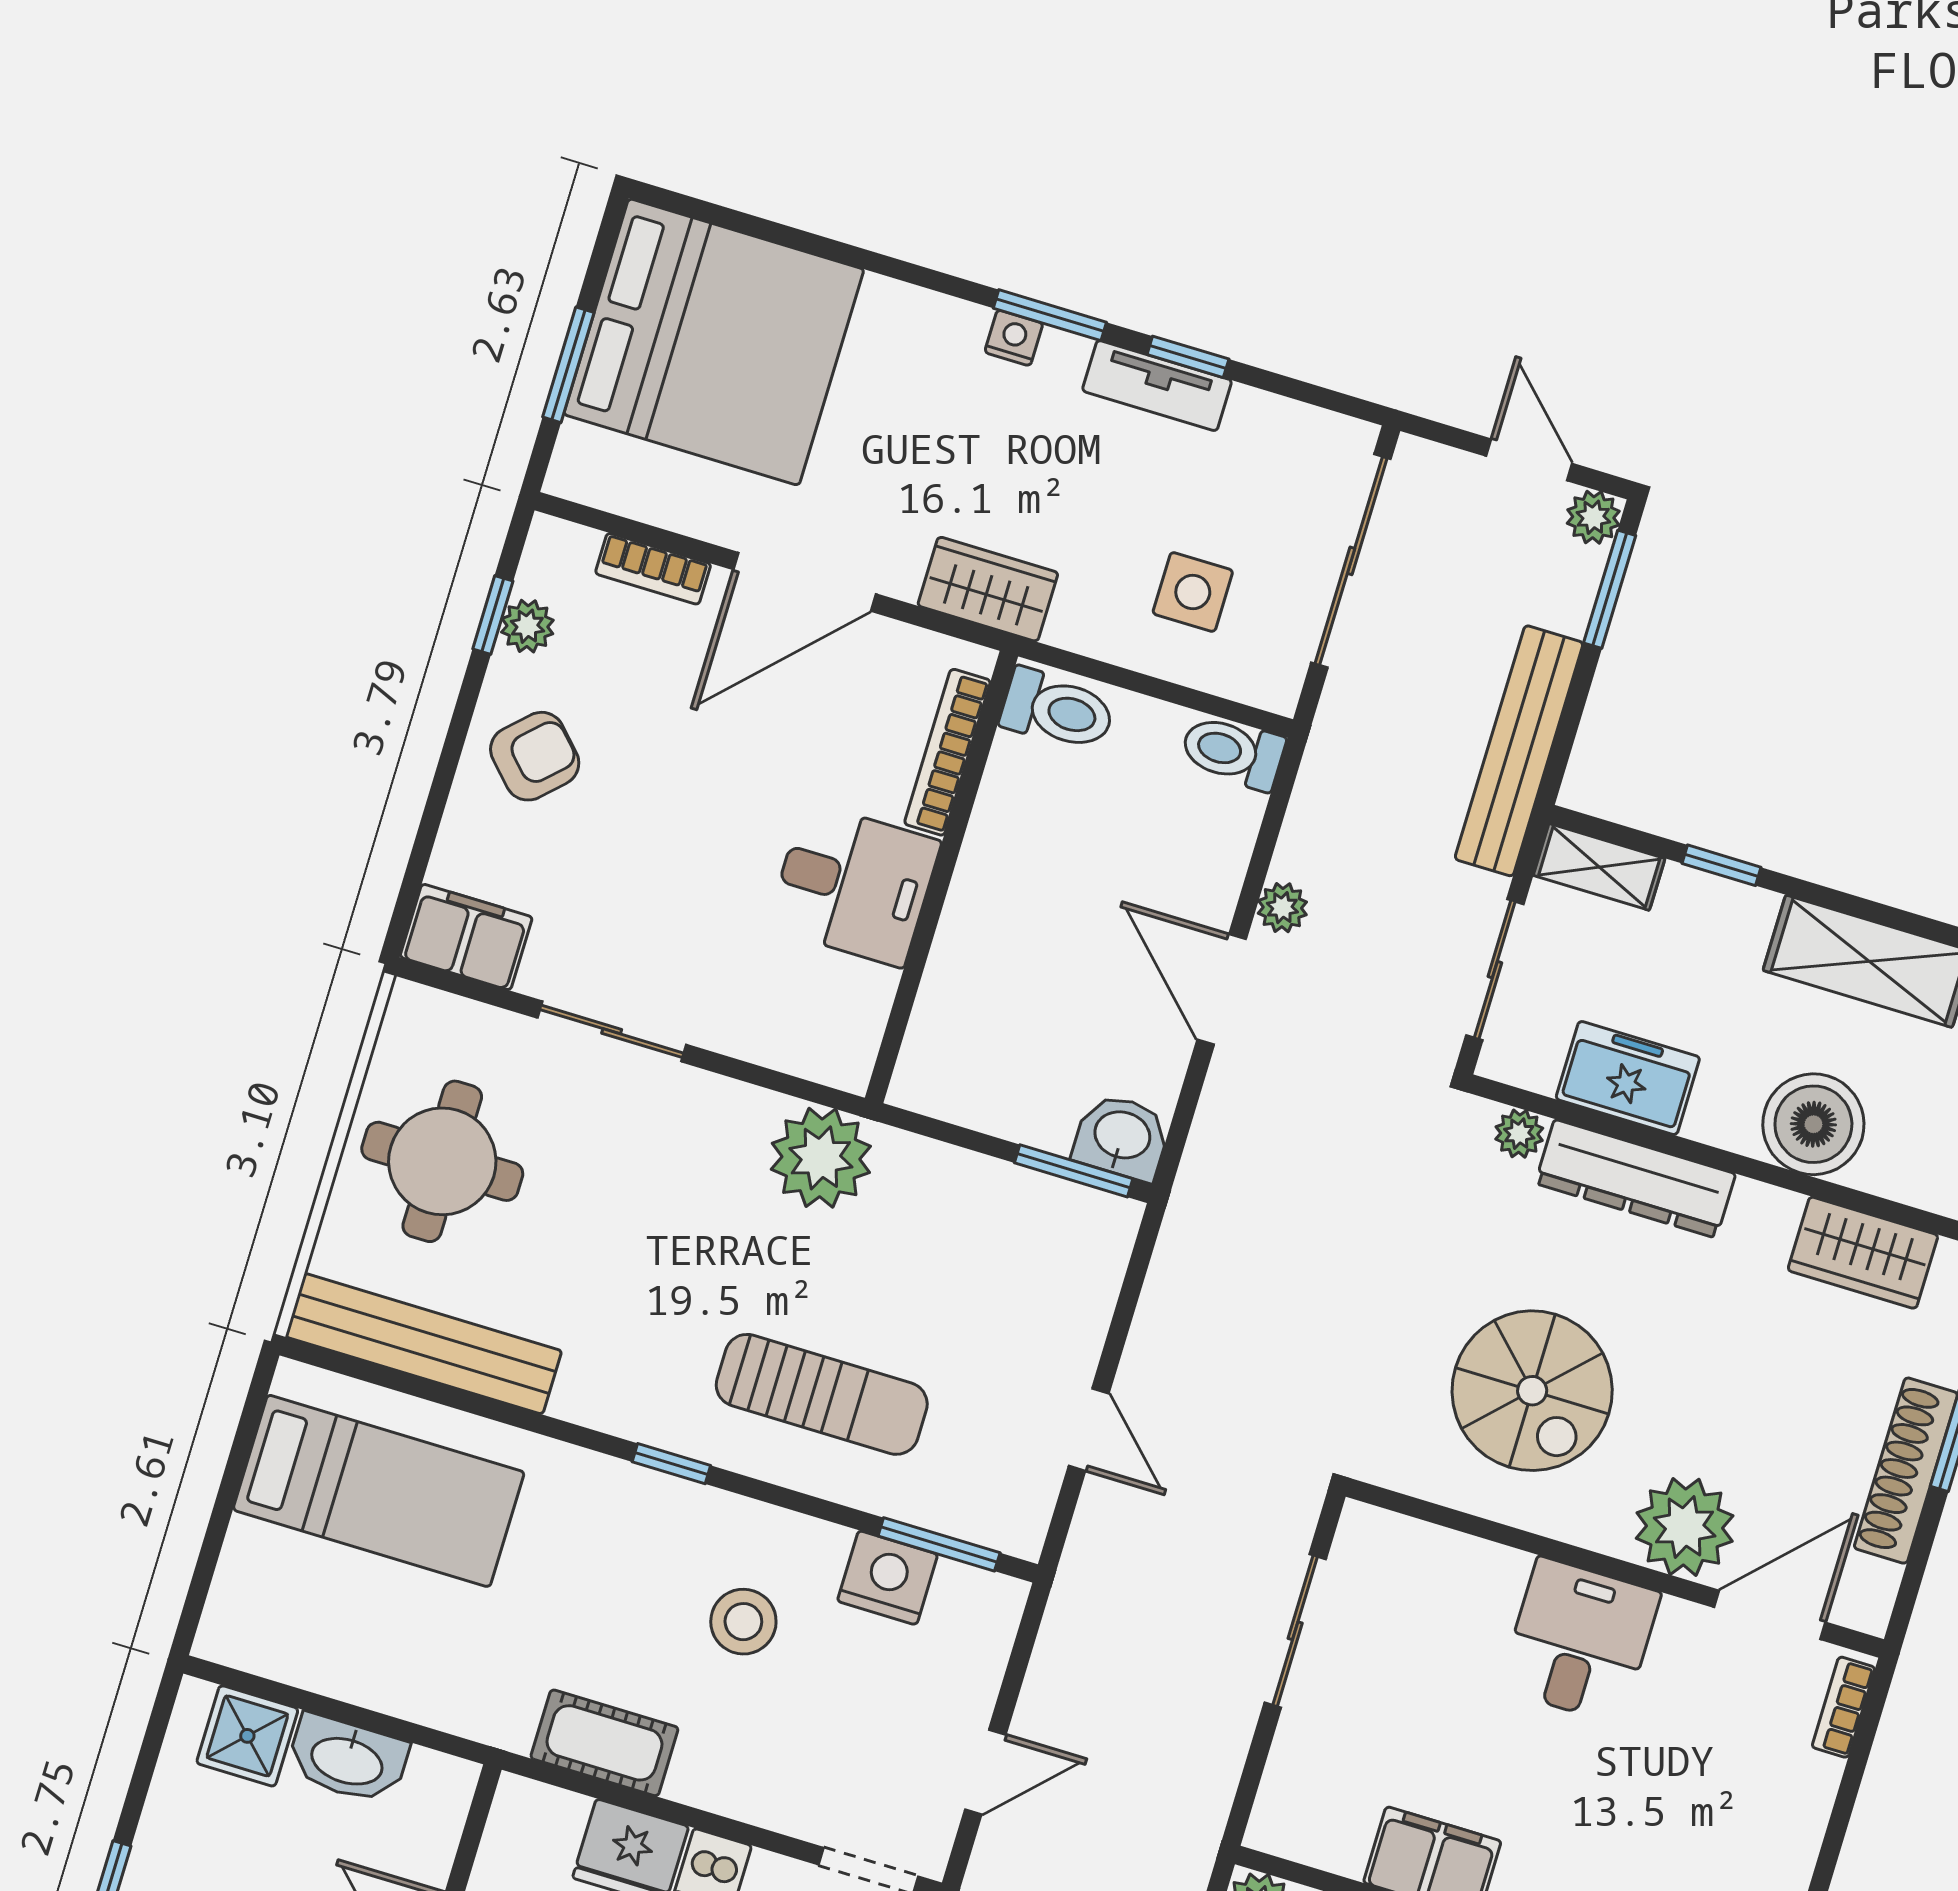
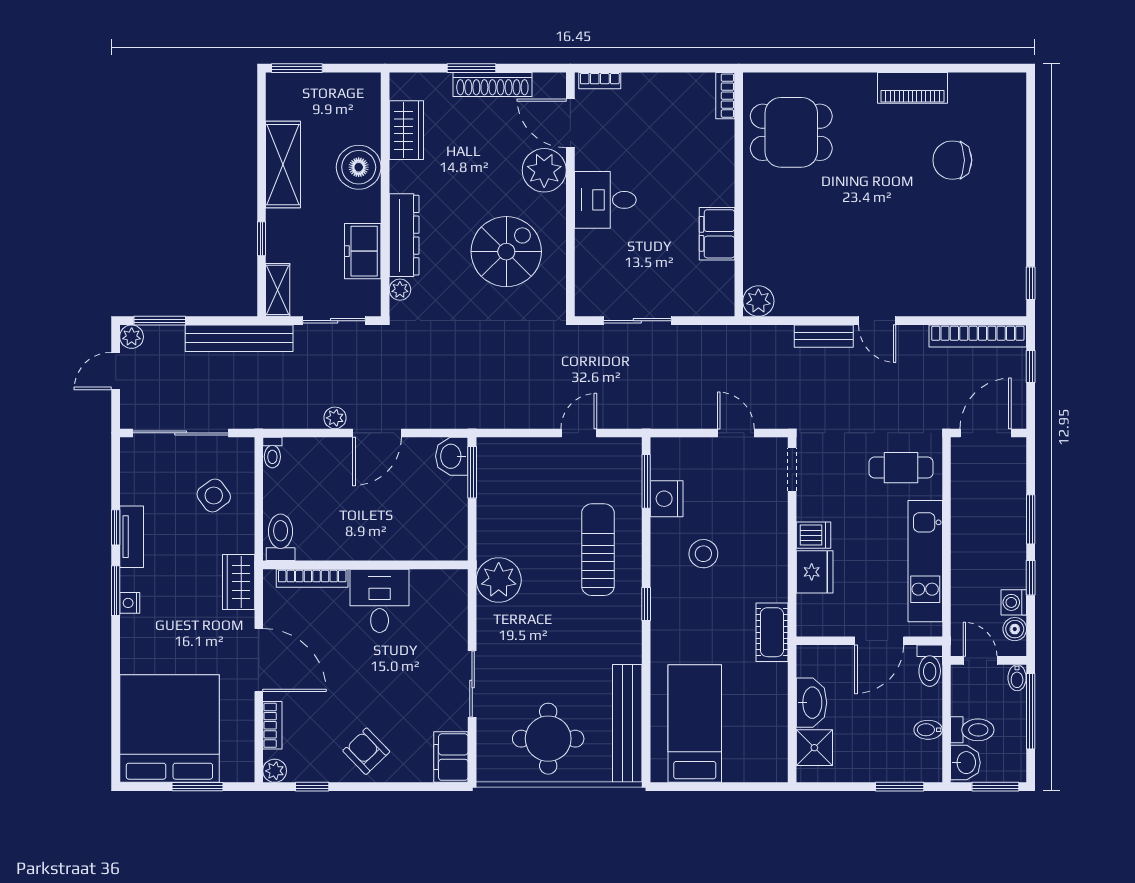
side table: (1193, 592) -> (214, 496), turned -36
plant: (527, 626) -> (275, 771), moved
toilet: (1233, 752) -> (272, 453), width x0.73, depth x0.72
cot: (604, 1743) -> (772, 632), moved

